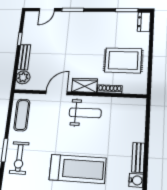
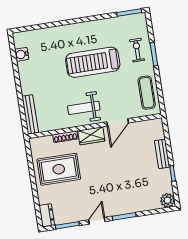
door: (47, 10) -> (97, 221), moved
plant: (23, 77) -> (168, 200), moved
exercise bike: (19, 158) -> (137, 50), width x0.73, depth x0.72
bench: (138, 158) -> (30, 114), moved, width x1.36
treadmill: (78, 169) -> (93, 62), moved

